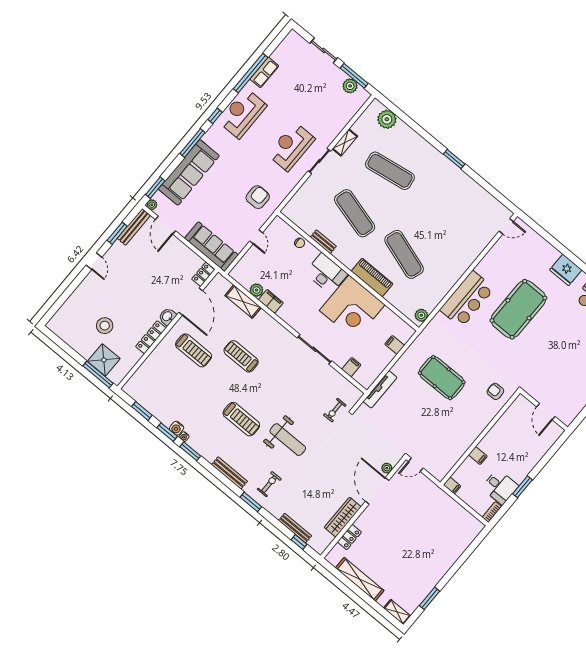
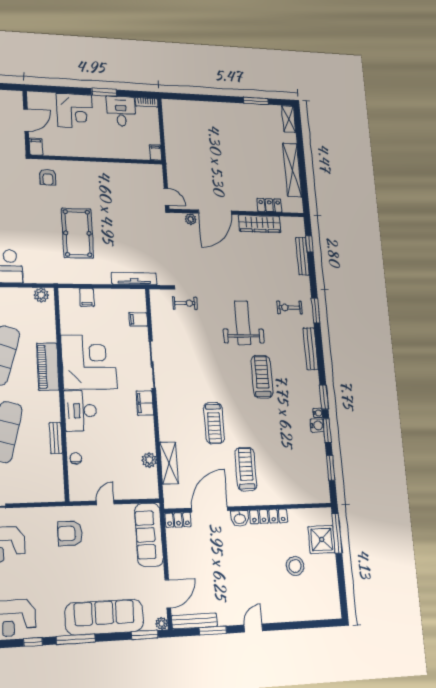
filing cabinet: (271, 301) -> (145, 403), moved
corner desk: (526, 453) -> (75, 111), added
filing cabinet: (478, 456) -> (36, 147), moved

